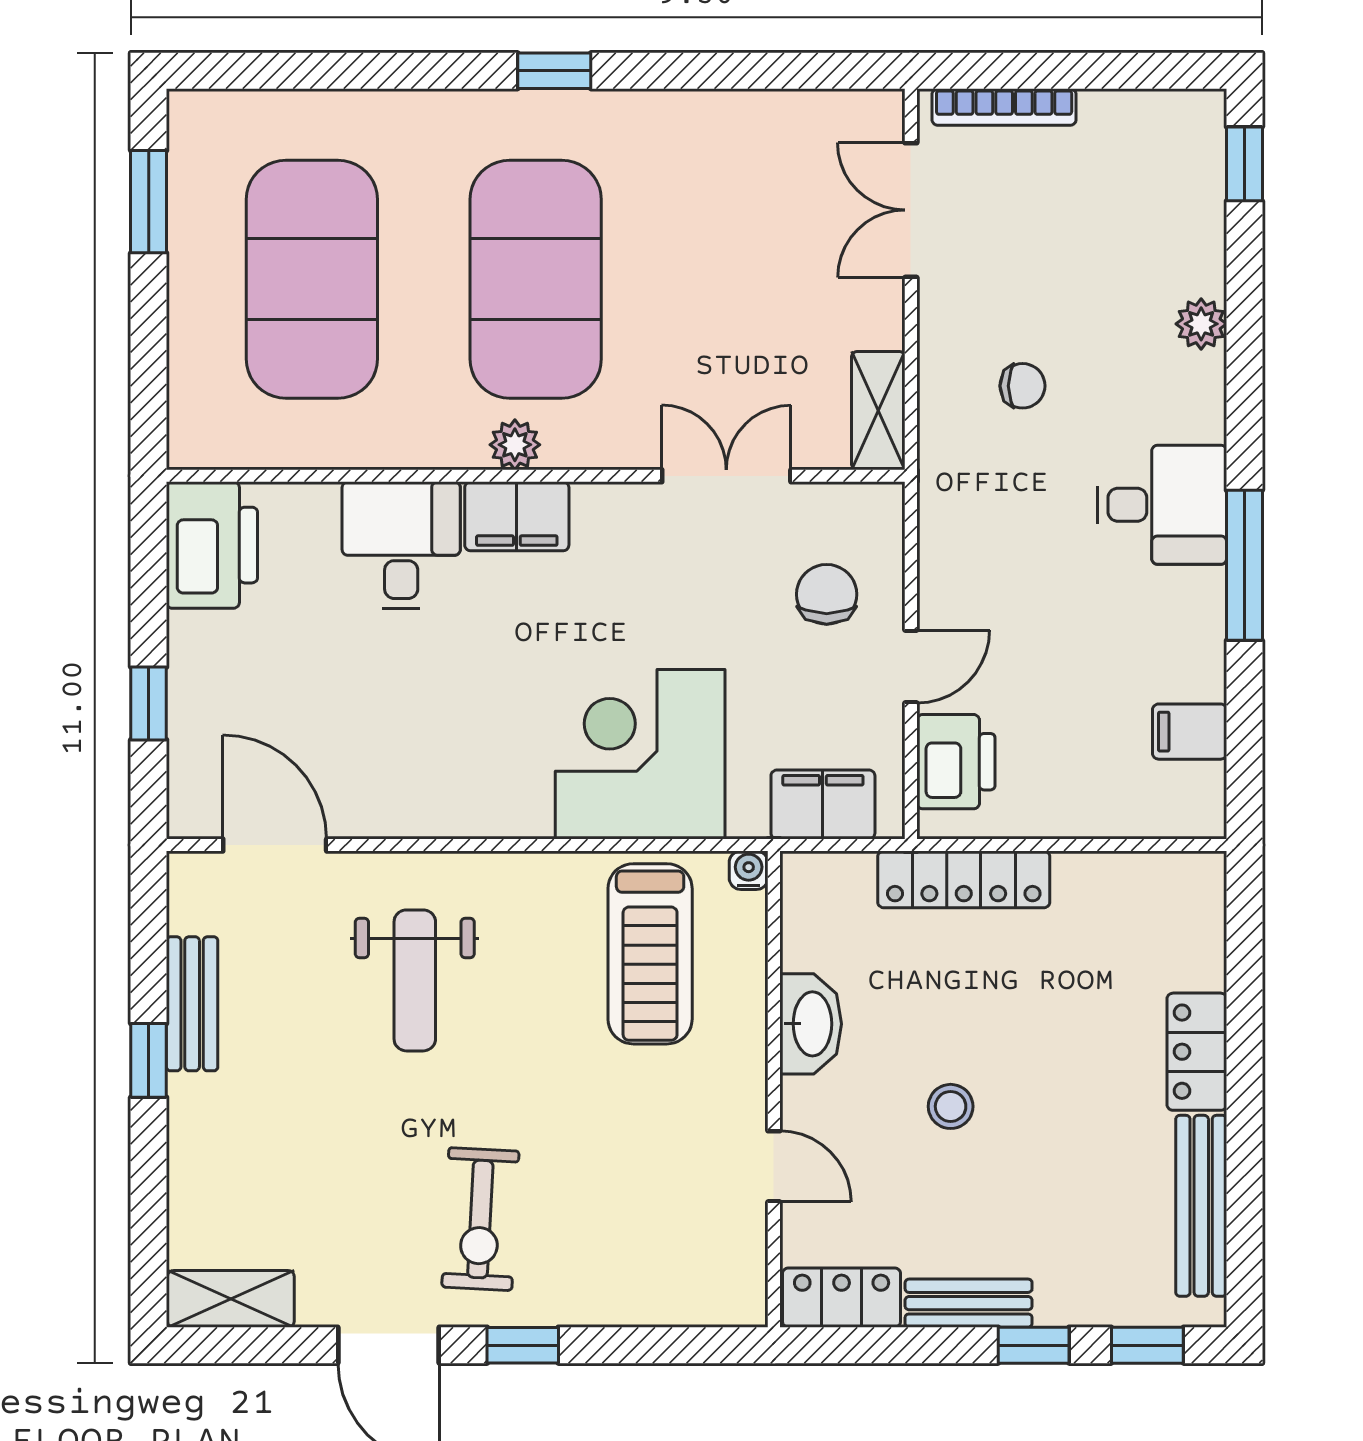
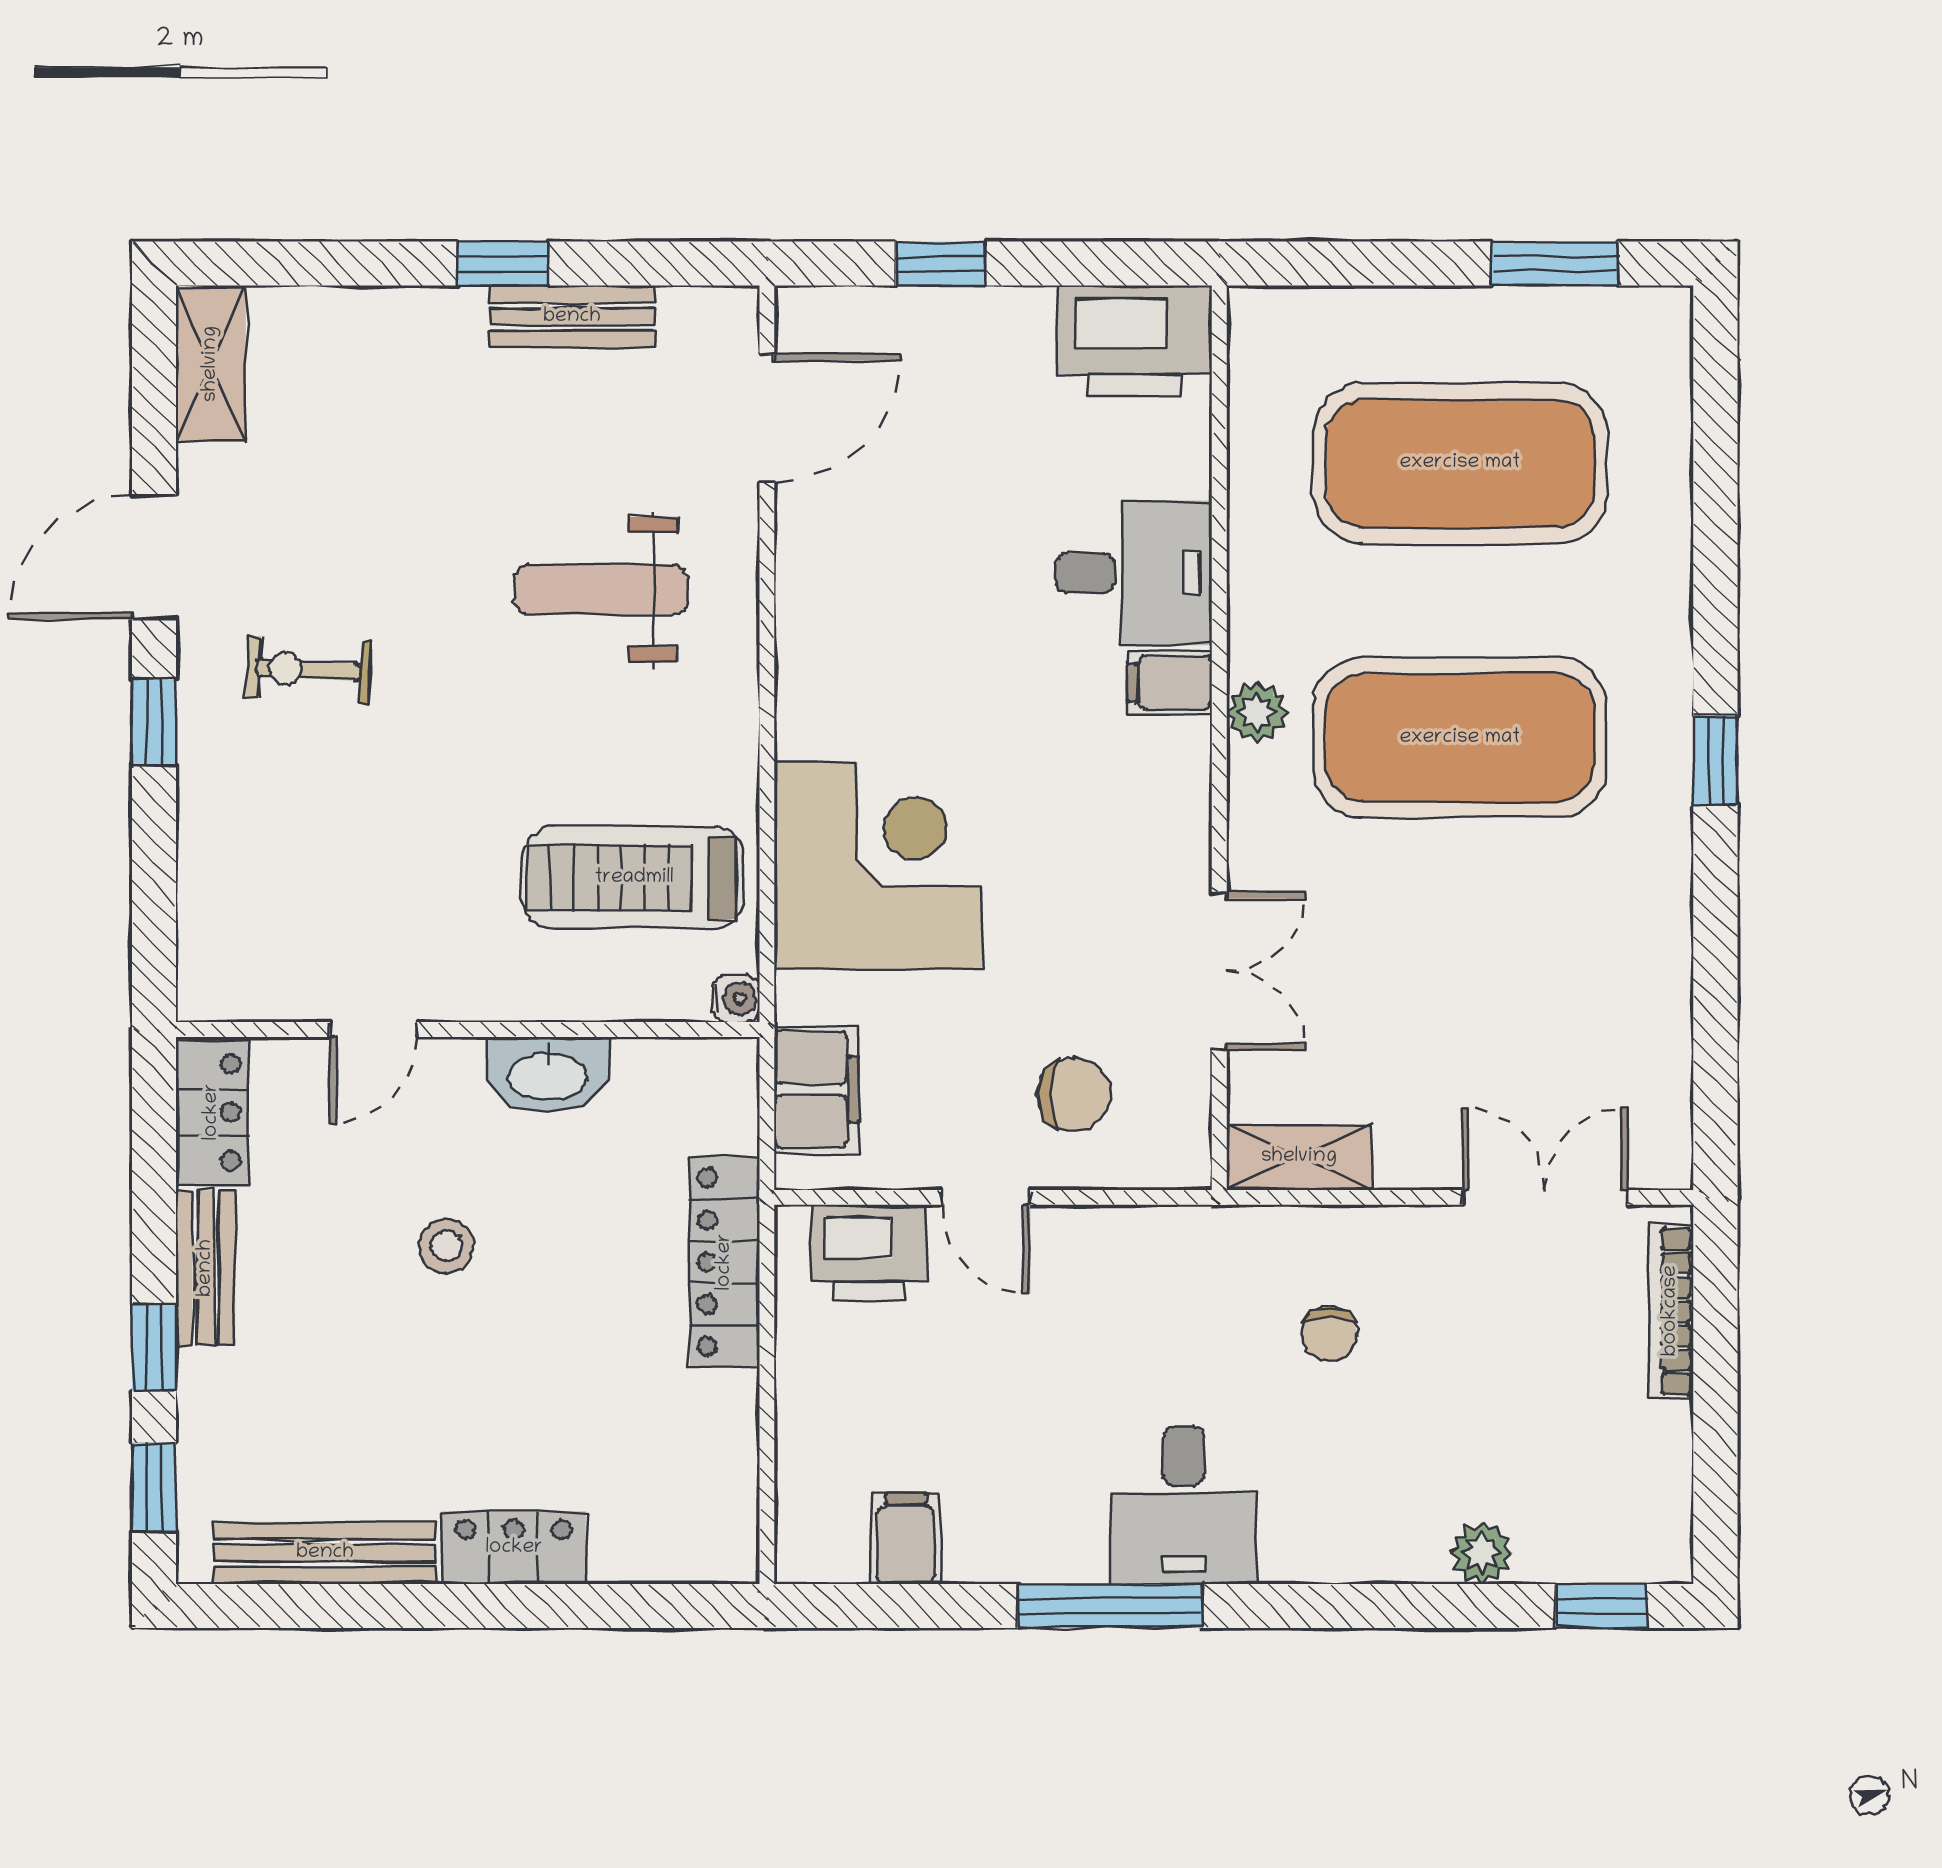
plant: (1201, 324) -> (1482, 1553), moved
filing cabinet: (517, 516) -> (1170, 683), width x0.50
exercise bike: (480, 1219) -> (309, 670), width x0.73, depth x0.72

